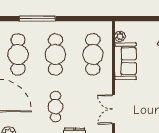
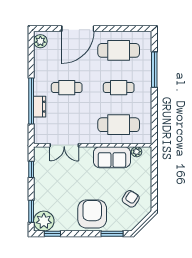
cafe table: (55, 54) -> (119, 88), width x0.73, depth x0.74
double door: (114, 109) -> (64, 145), swing flipped

